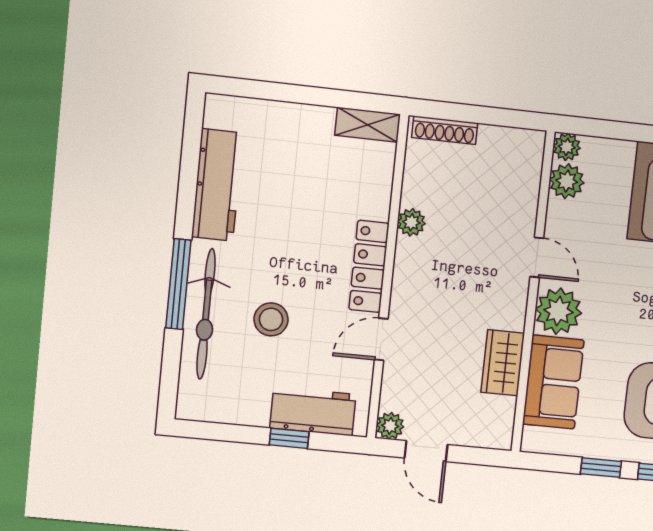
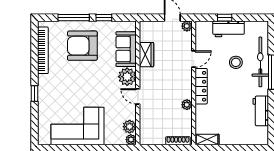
workbench: (217, 185) -> (261, 111), width x0.73
workbench: (313, 411) -> (229, 29), moved

